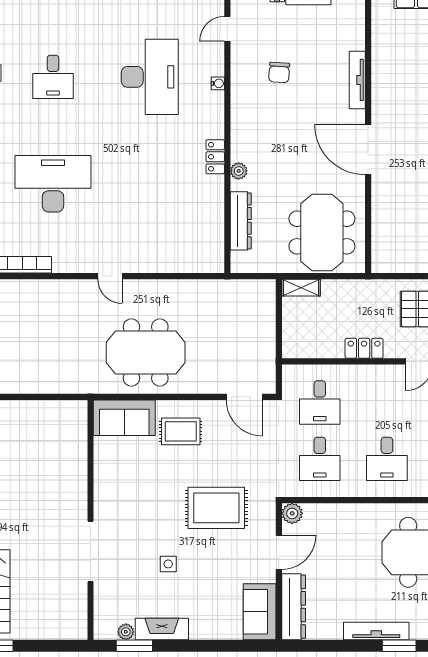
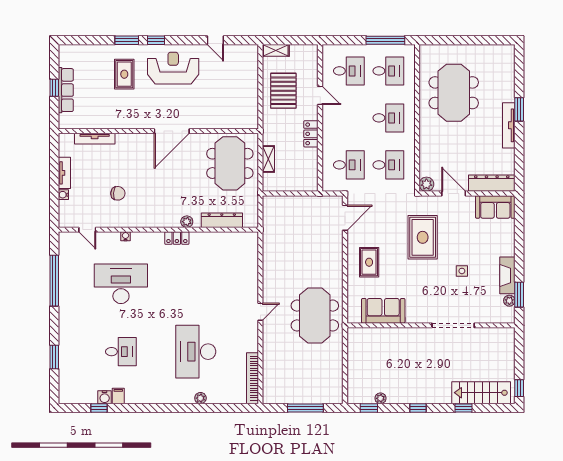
tv unit: (357, 80) -> (95, 139), moved
meeting table: (322, 233) -> (230, 163), turned 90
shelving: (301, 288) -> (268, 159), moved
meeting table: (146, 352) -> (315, 316), moved
sofa: (124, 418) -> (383, 311), moved, turned -90

